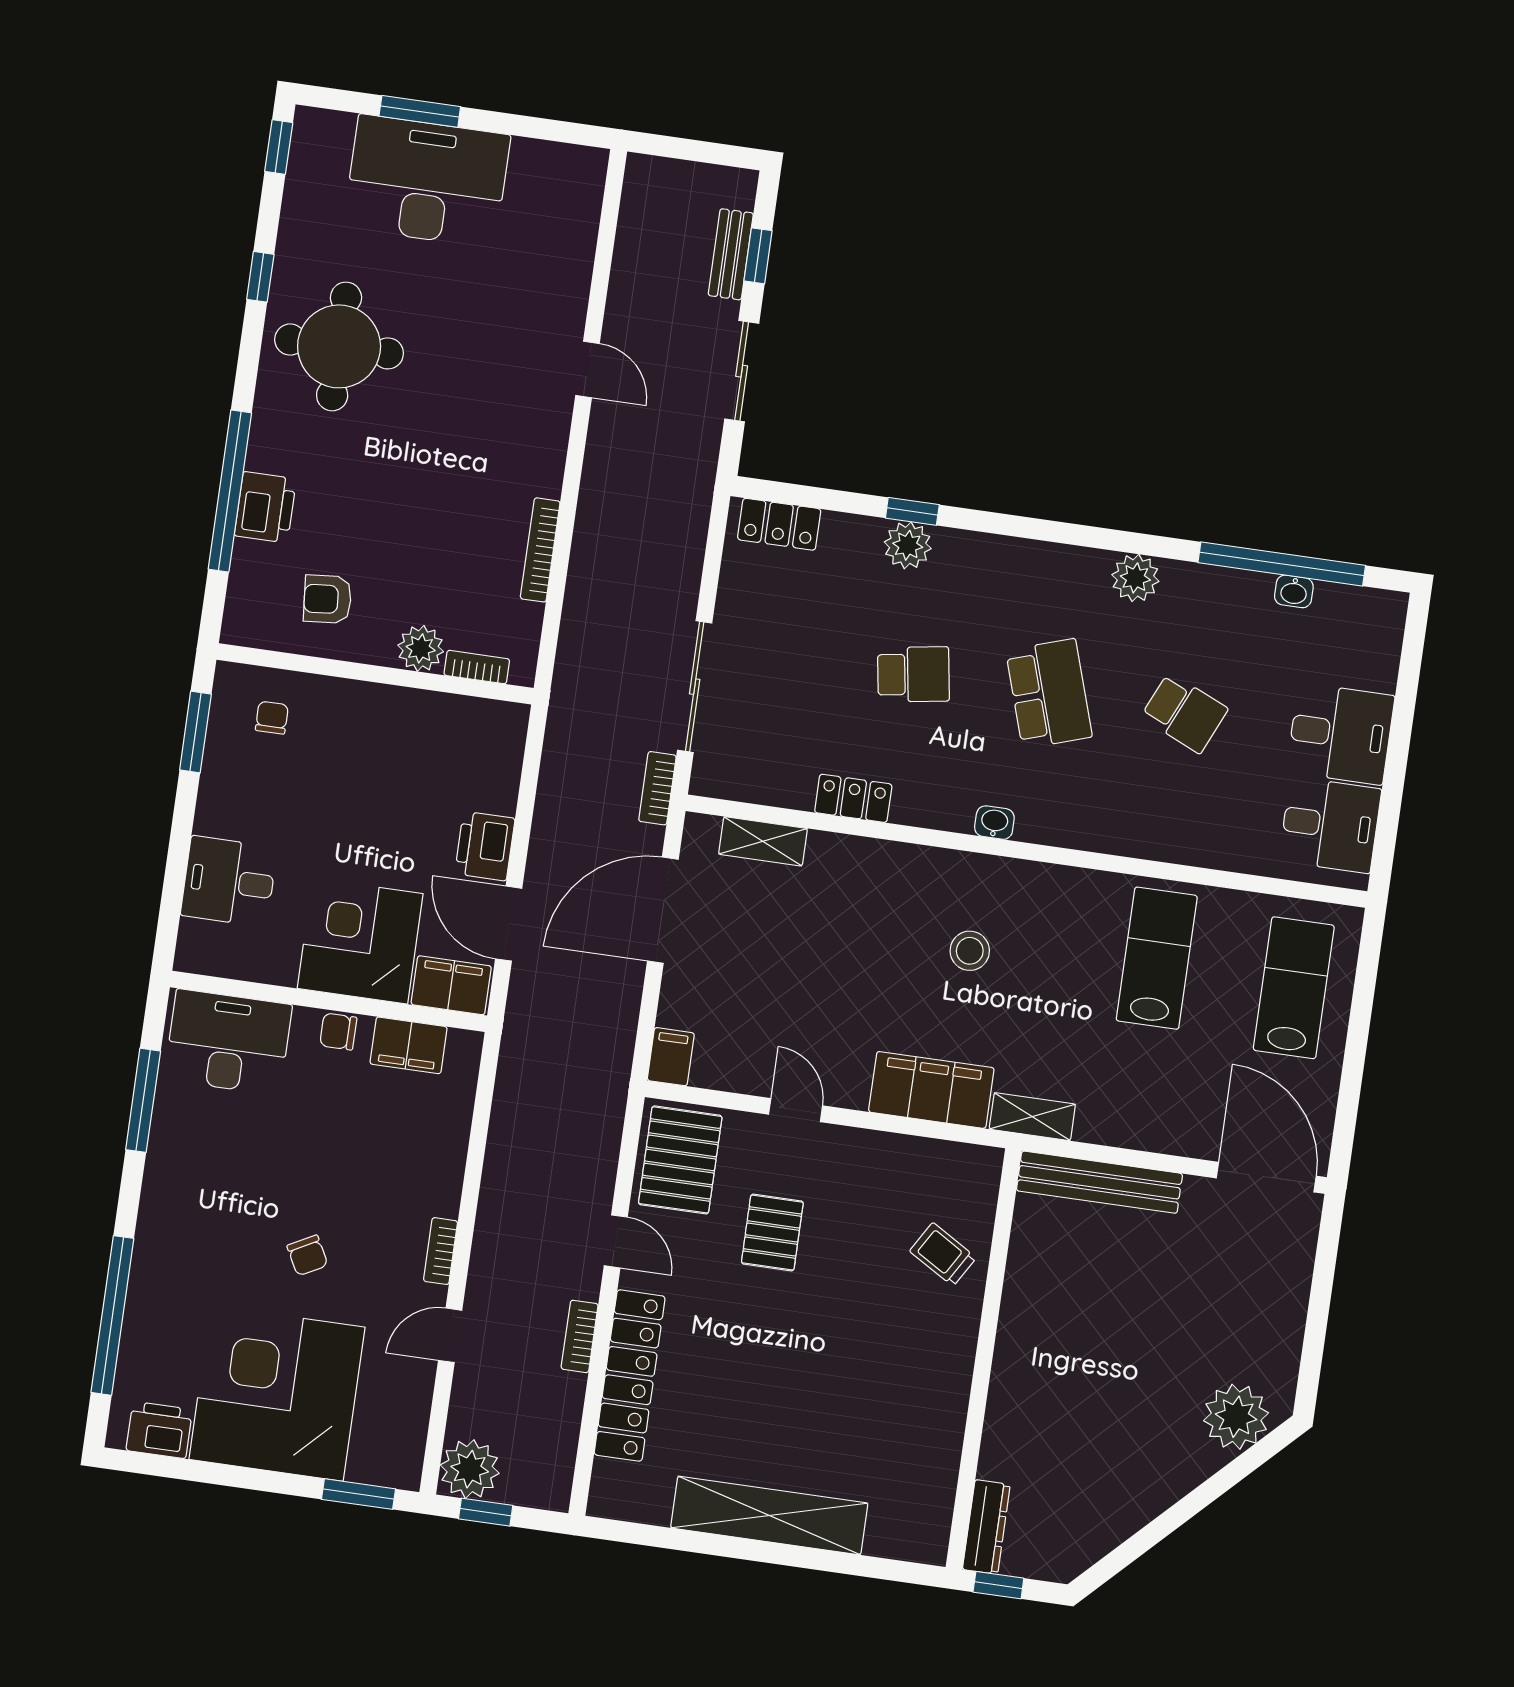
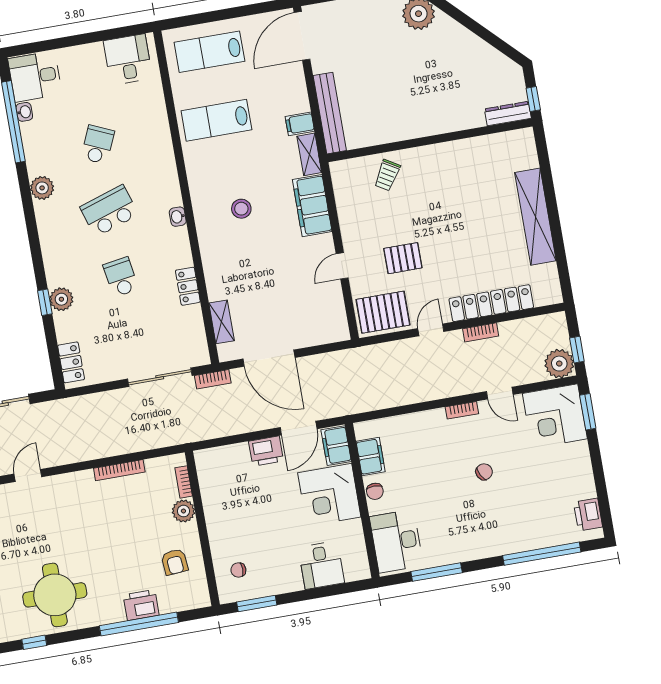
desk: (1341, 734) -> (35, 76), moved, turned -90
filing cabinet: (671, 1057) -> (300, 124), moved
corner desk: (277, 1393) -> (555, 416), moved, width x0.74, depth x0.74

